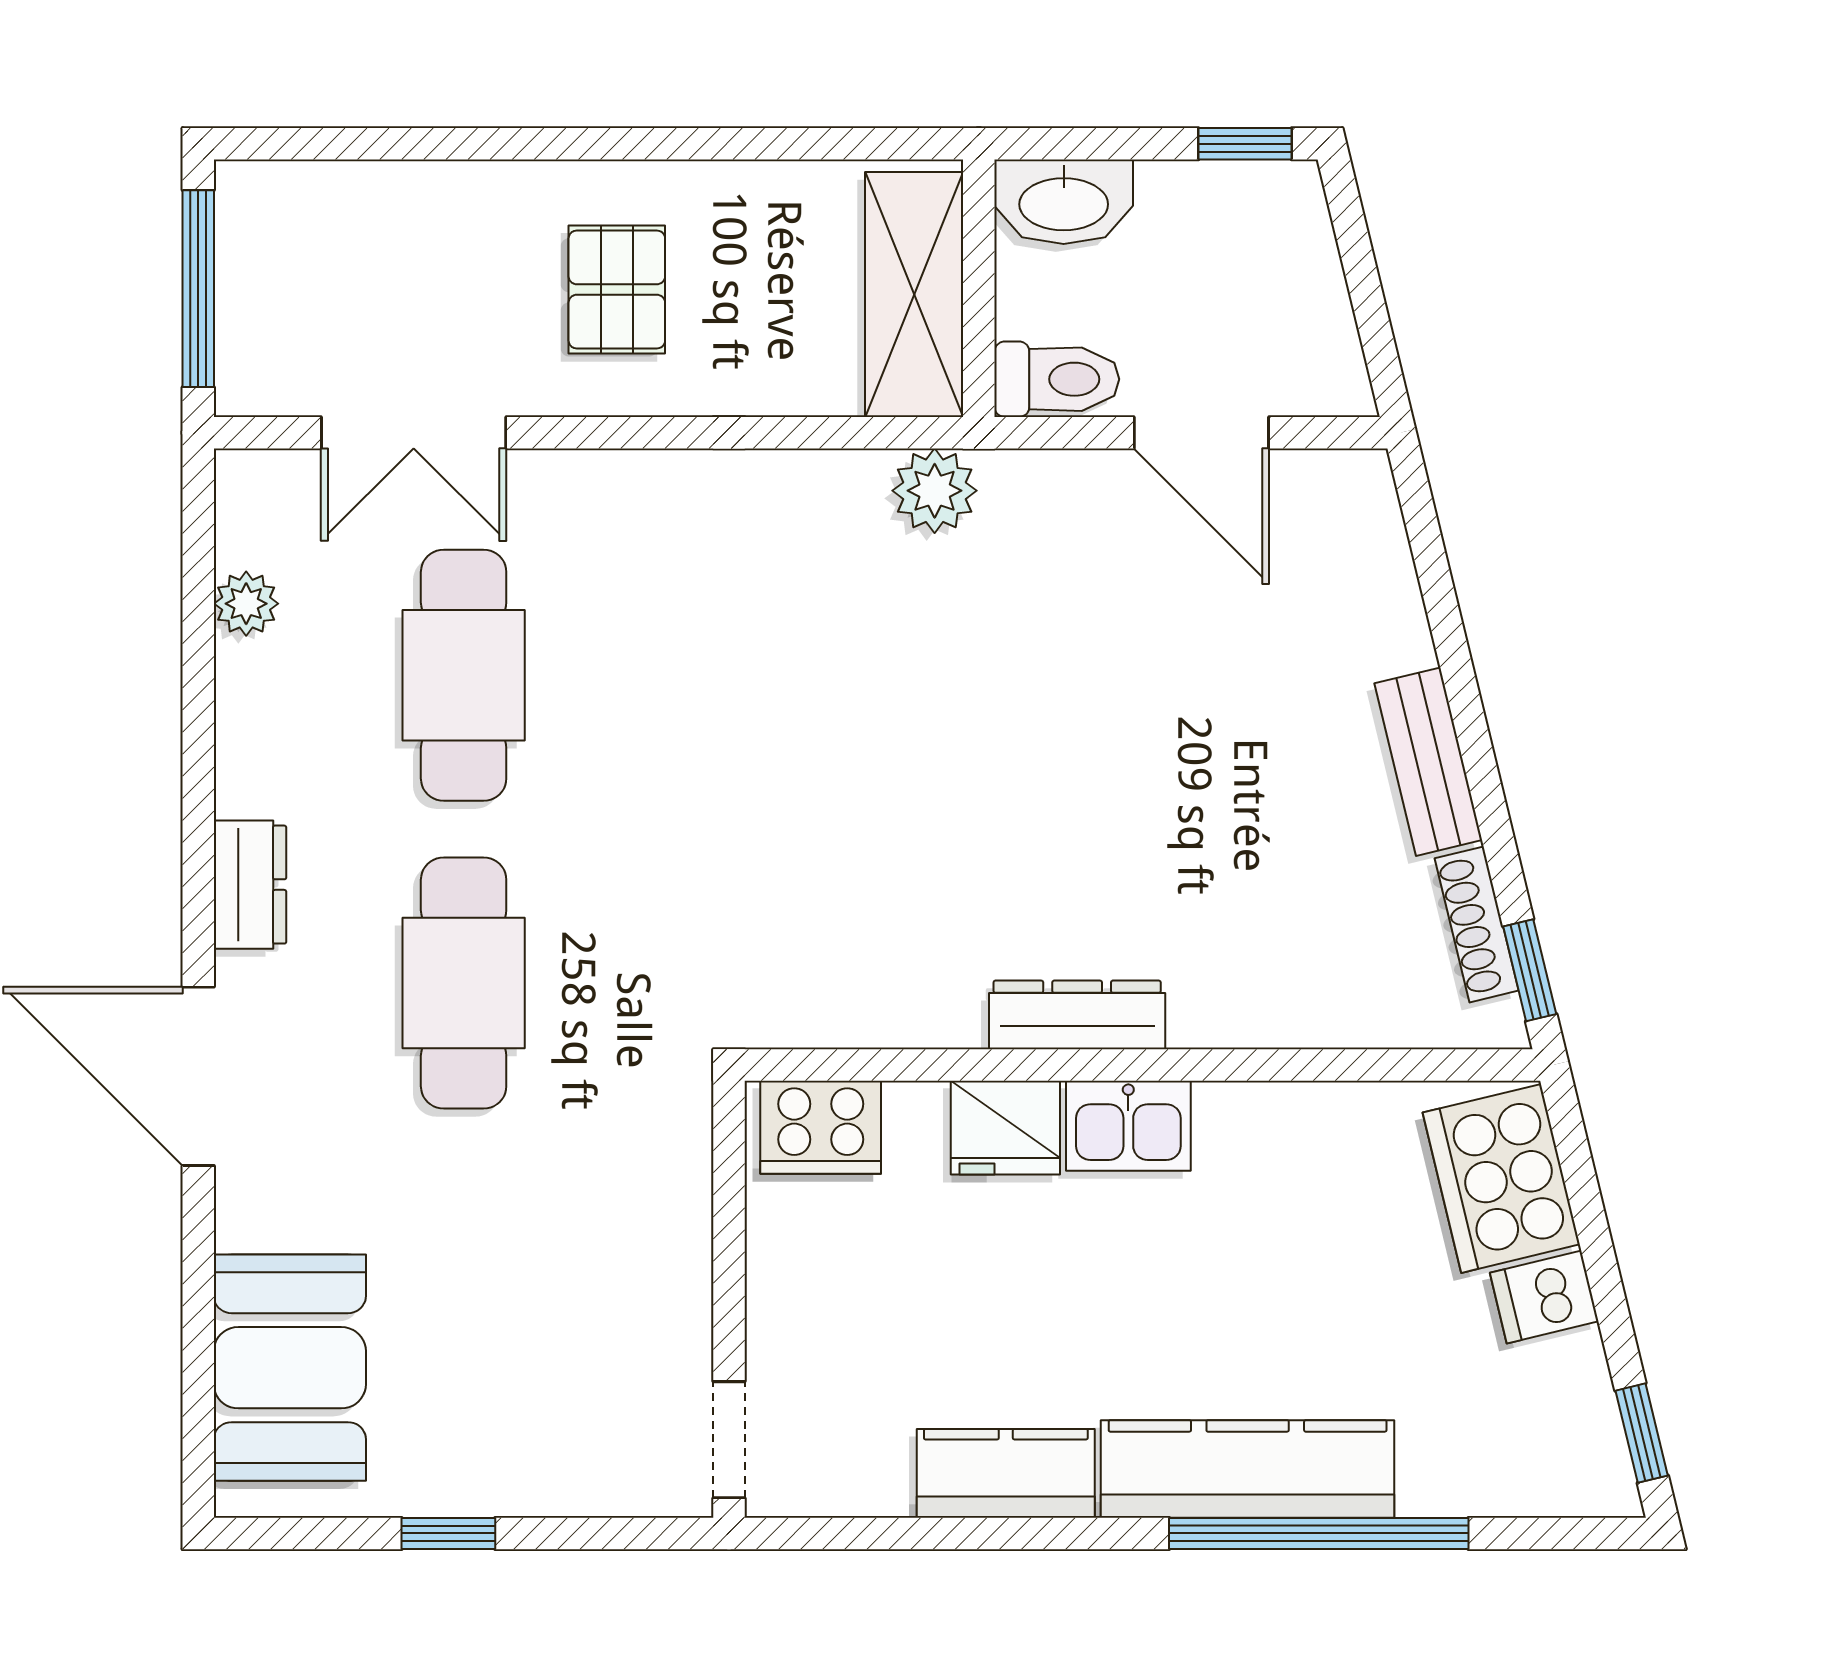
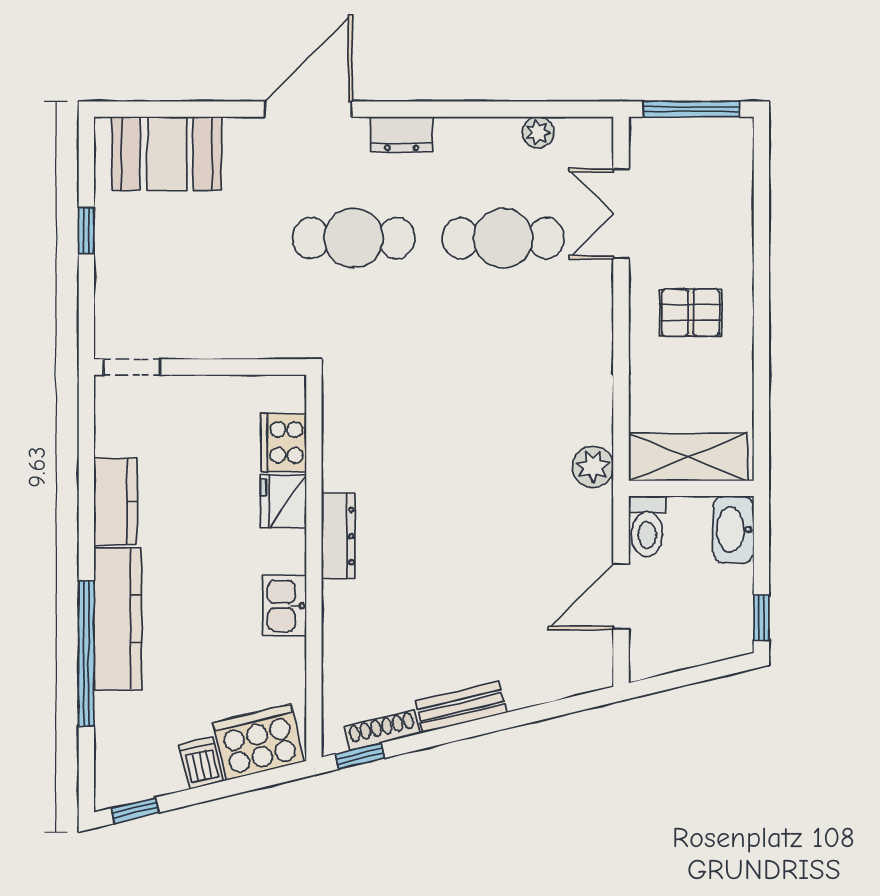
kitchen sink: (1128, 1126) -> (284, 606), moved
cooker: (821, 1127) -> (284, 442), moved

